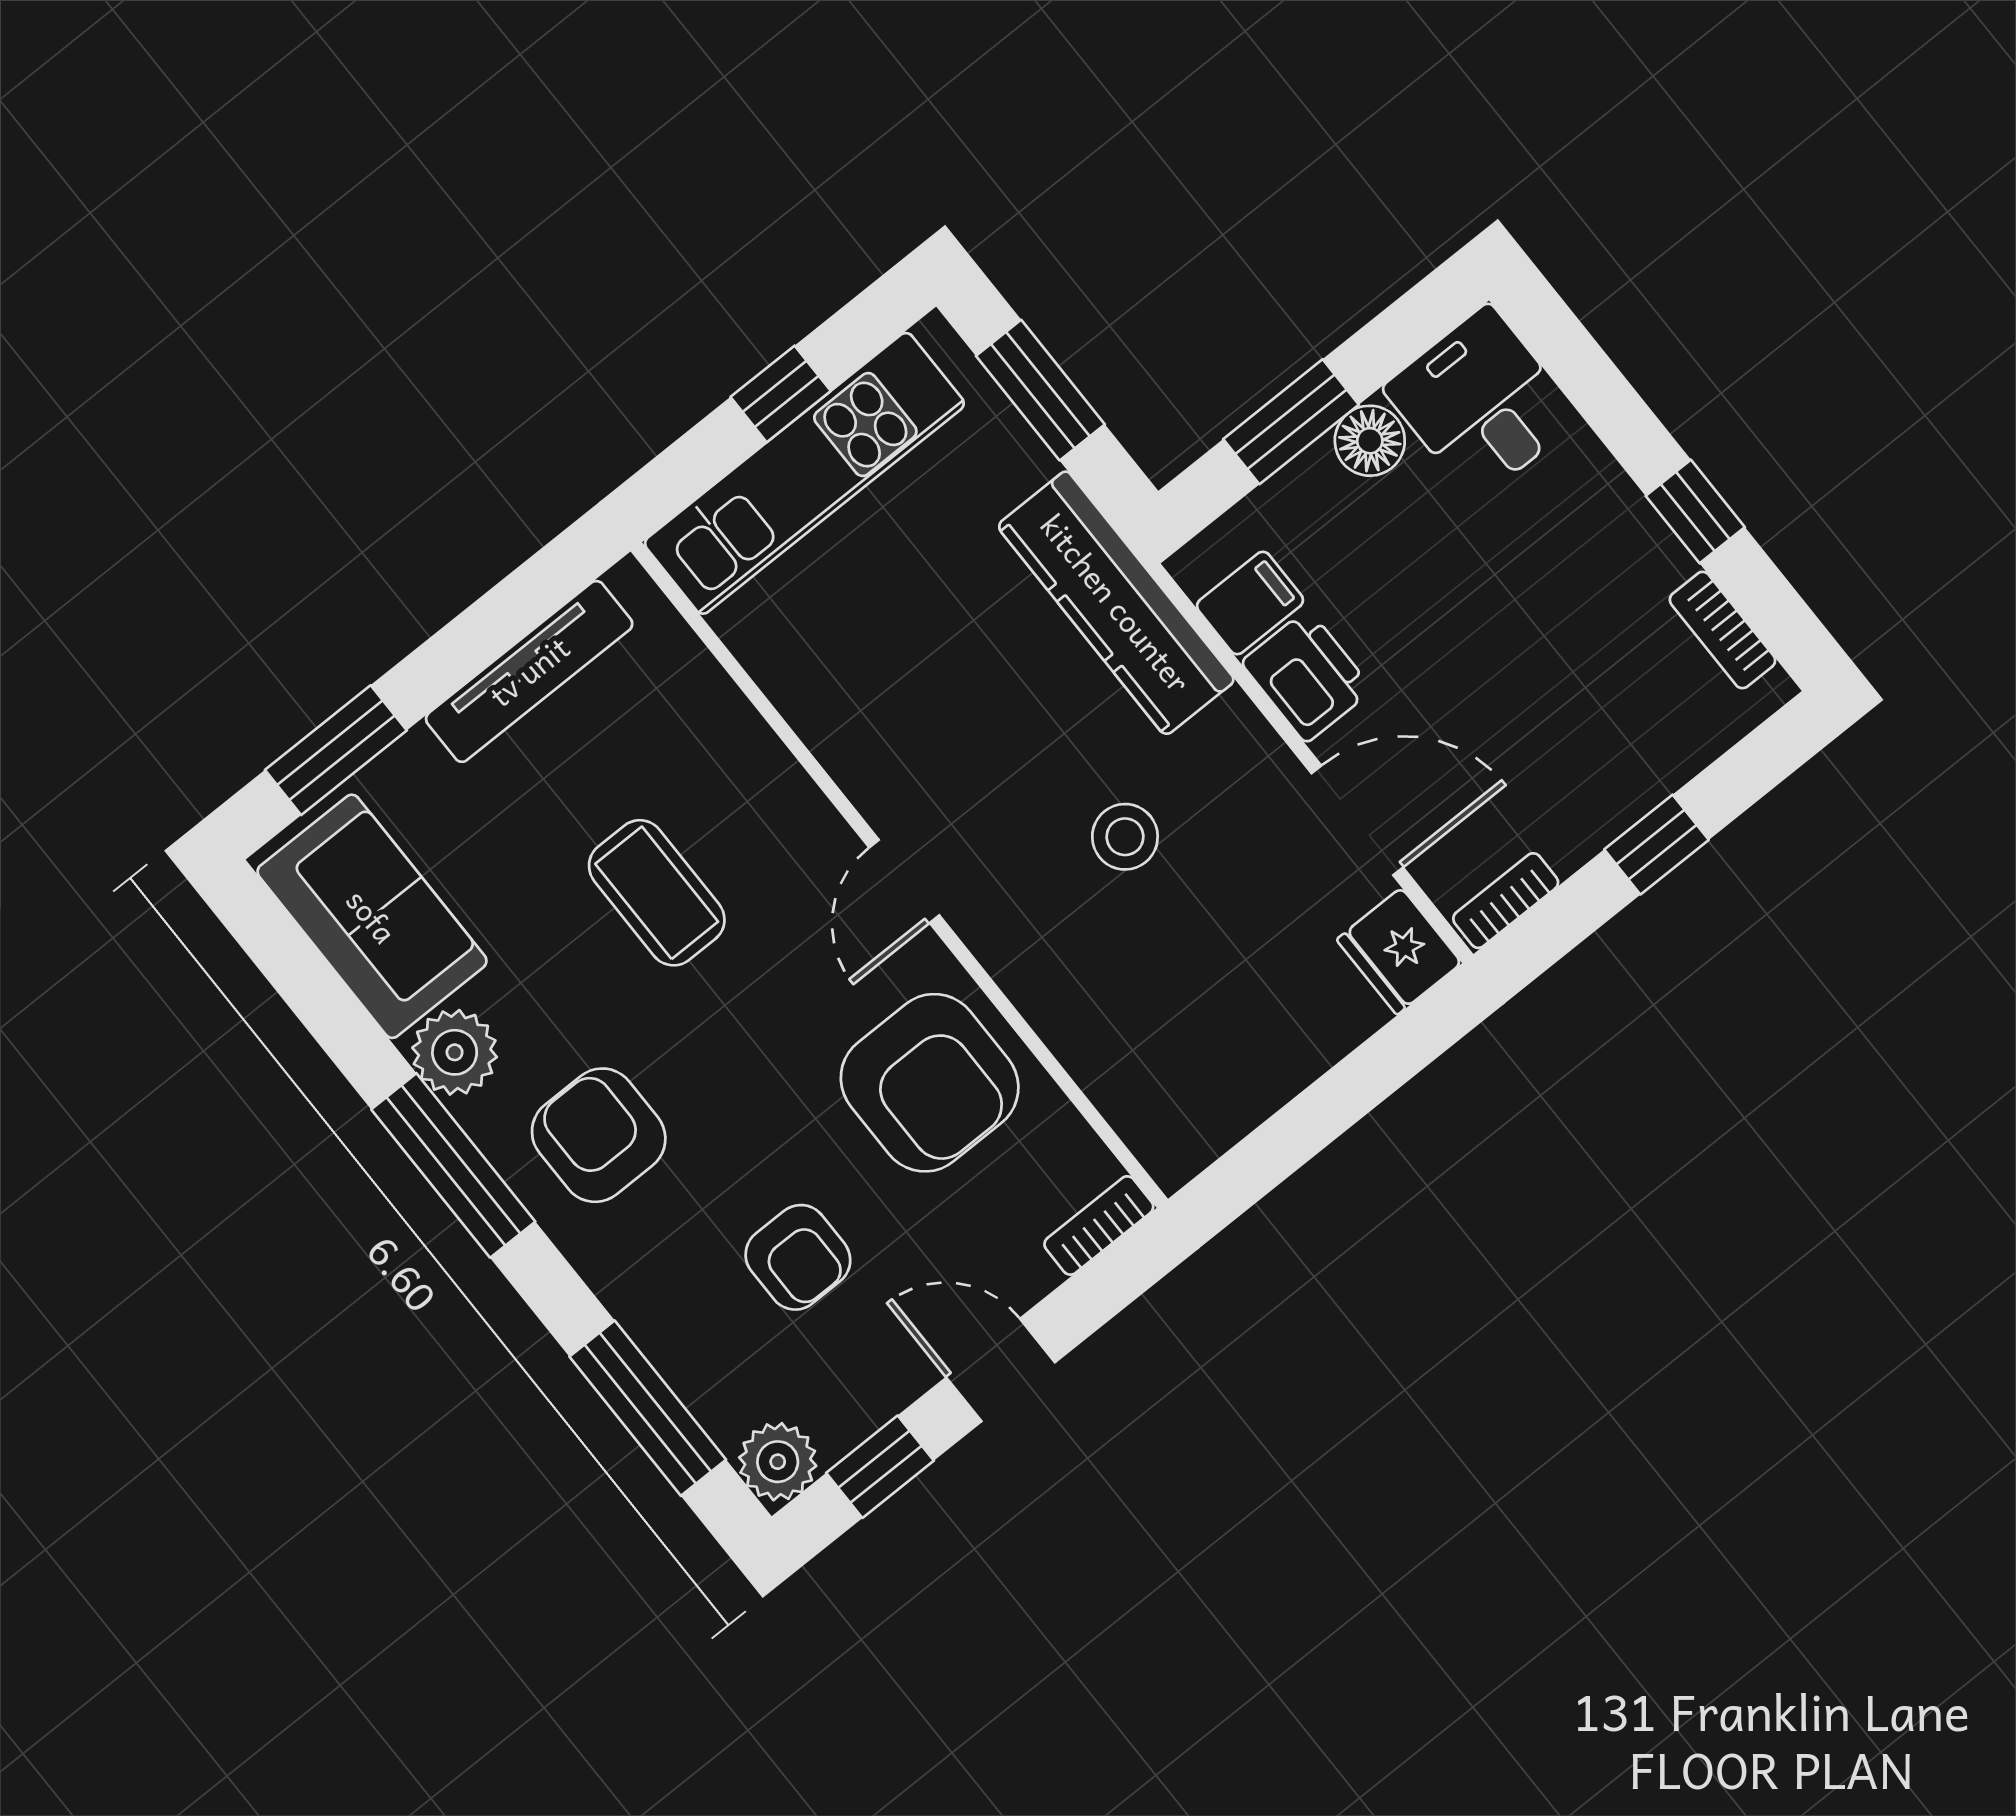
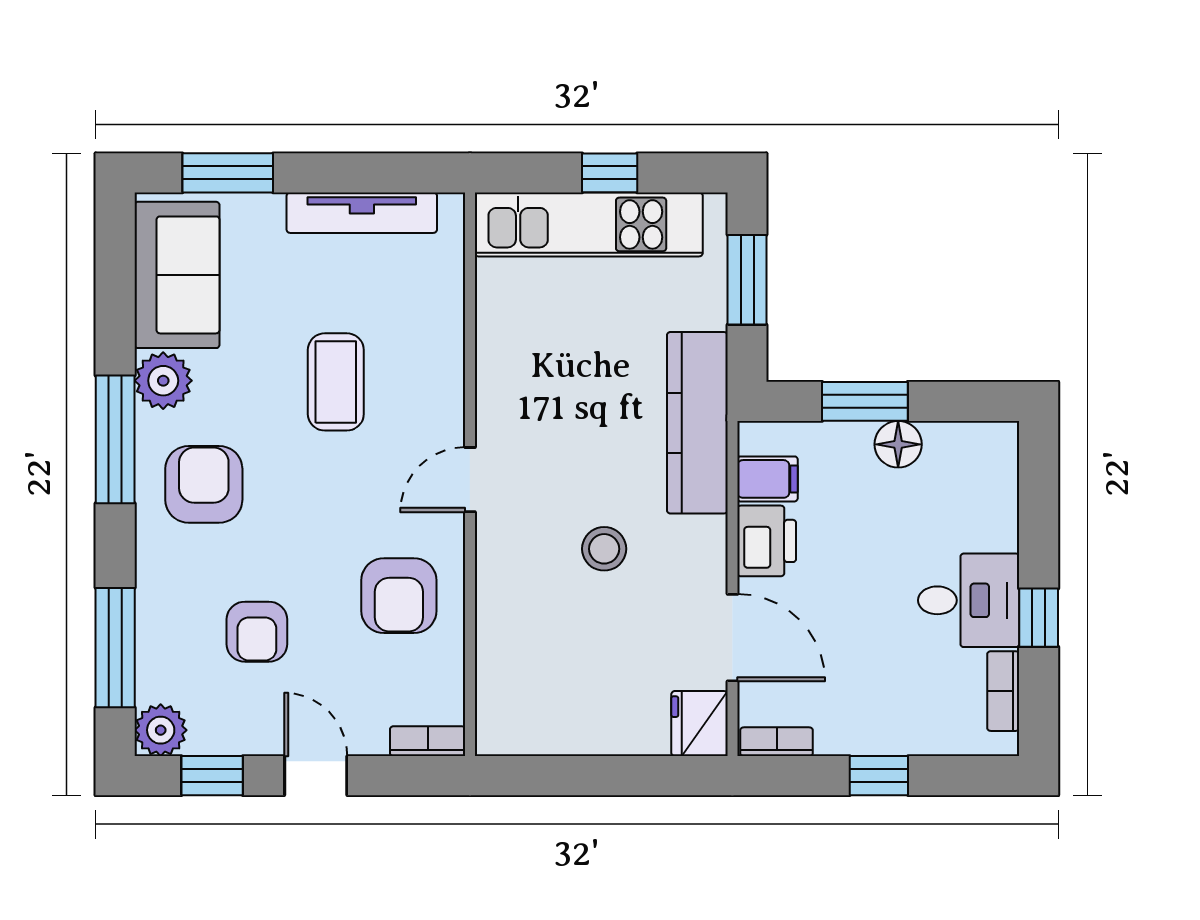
desk: (1482, 403) -> (969, 600), moved, turned 90
armchair: (930, 1083) -> (399, 596), width x0.73, depth x0.73

